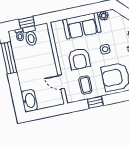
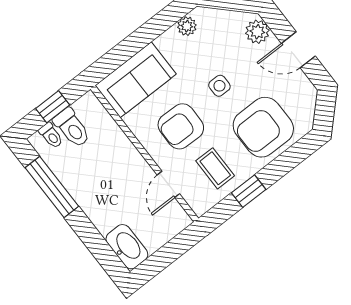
sofa: (82, 26) -> (136, 80), moved
armchair: (79, 59) -> (181, 126), turned 91
door: (61, 82) -> (168, 184), hinge flipped

